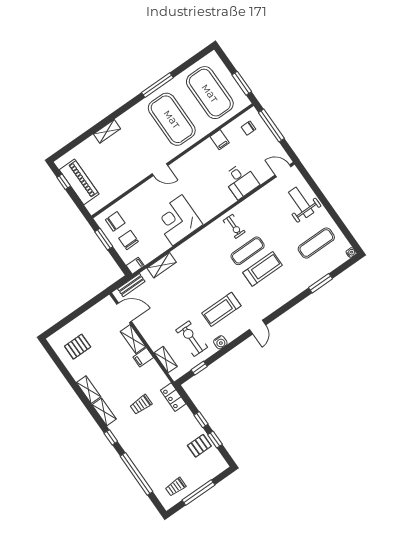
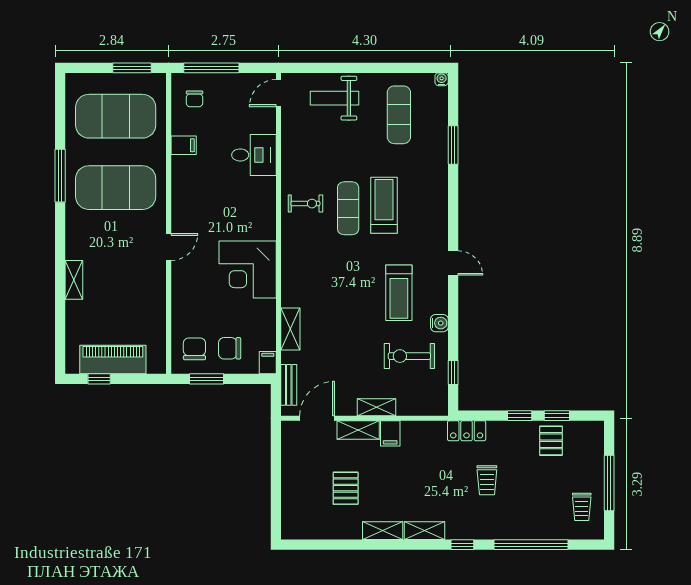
pallet: (78, 347) -> (346, 488), moved
shelving: (166, 360) -> (377, 407), moved
trolley: (141, 405) -> (487, 480), moved

